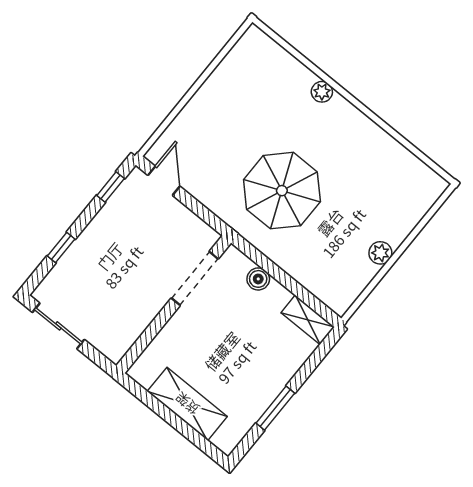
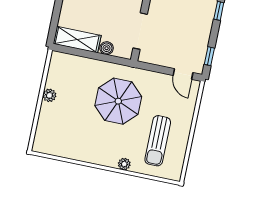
sun lounger: (254, 101) -> (158, 141), added
shelving: (308, 320) -> (77, 40), width x1.50, depth x1.33

